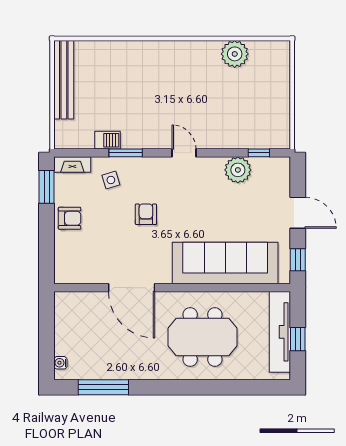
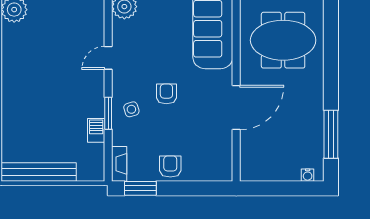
side table: (111, 180) -> (131, 109), moved
armchair: (146, 214) -> (166, 94), turned 90
meeting table: (202, 337) -> (283, 40), turned 90

